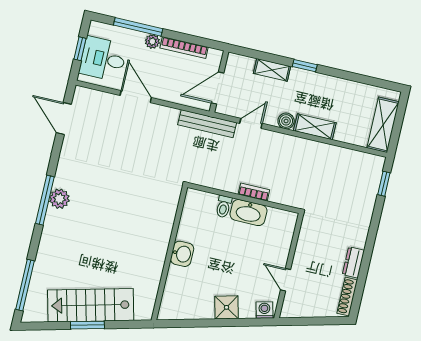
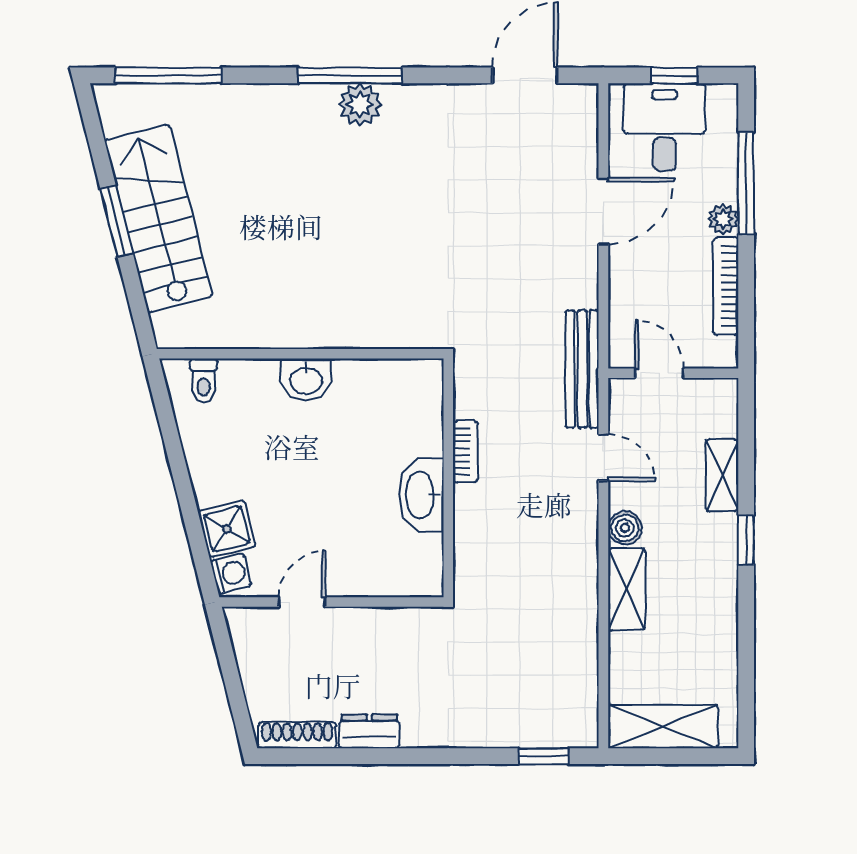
door: (218, 88) -> (659, 373), width x0.73
bookcase: (254, 192) -> (465, 452), moved
toilet: (224, 207) -> (204, 381), moved, turned -90
shower: (227, 307) -> (227, 529), moved

